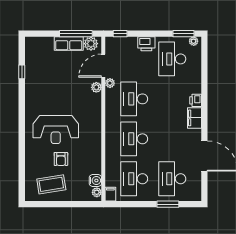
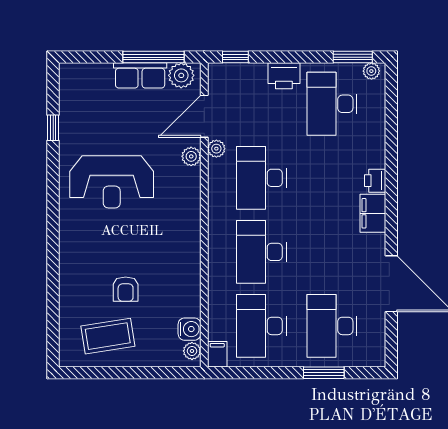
reception desk: (56, 129) -> (112, 182), moved

